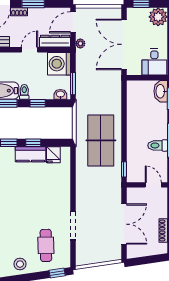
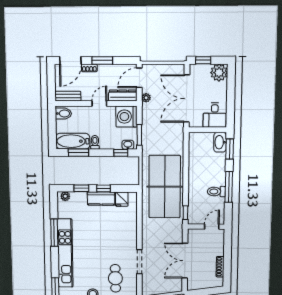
window: (38, 103) -> (121, 153), moved
table tennis table: (101, 140) -> (165, 187), width x1.36, depth x1.32
door: (153, 185) -> (212, 227), hinge flipped
double door: (124, 224) -> (185, 261), swing flipped

